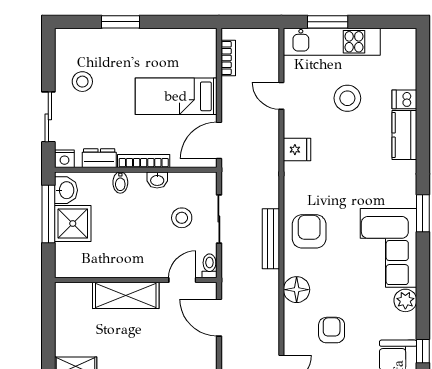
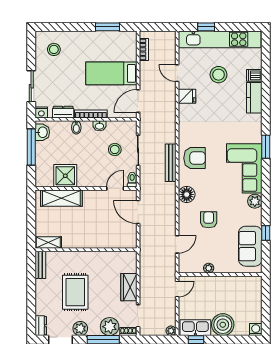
window: (121, 22) -> (107, 27), moved
window: (328, 22) -> (206, 27), width x0.67
kitchen unit: (332, 42) -> (220, 39), width x1.36
stool: (82, 82) -> (54, 49), moved
fridge: (297, 150) -> (187, 96), moved
shower: (73, 224) -> (65, 176), moved
armchair: (309, 231) -> (195, 158), turned 90
shelving: (126, 295) -> (61, 198), moved

